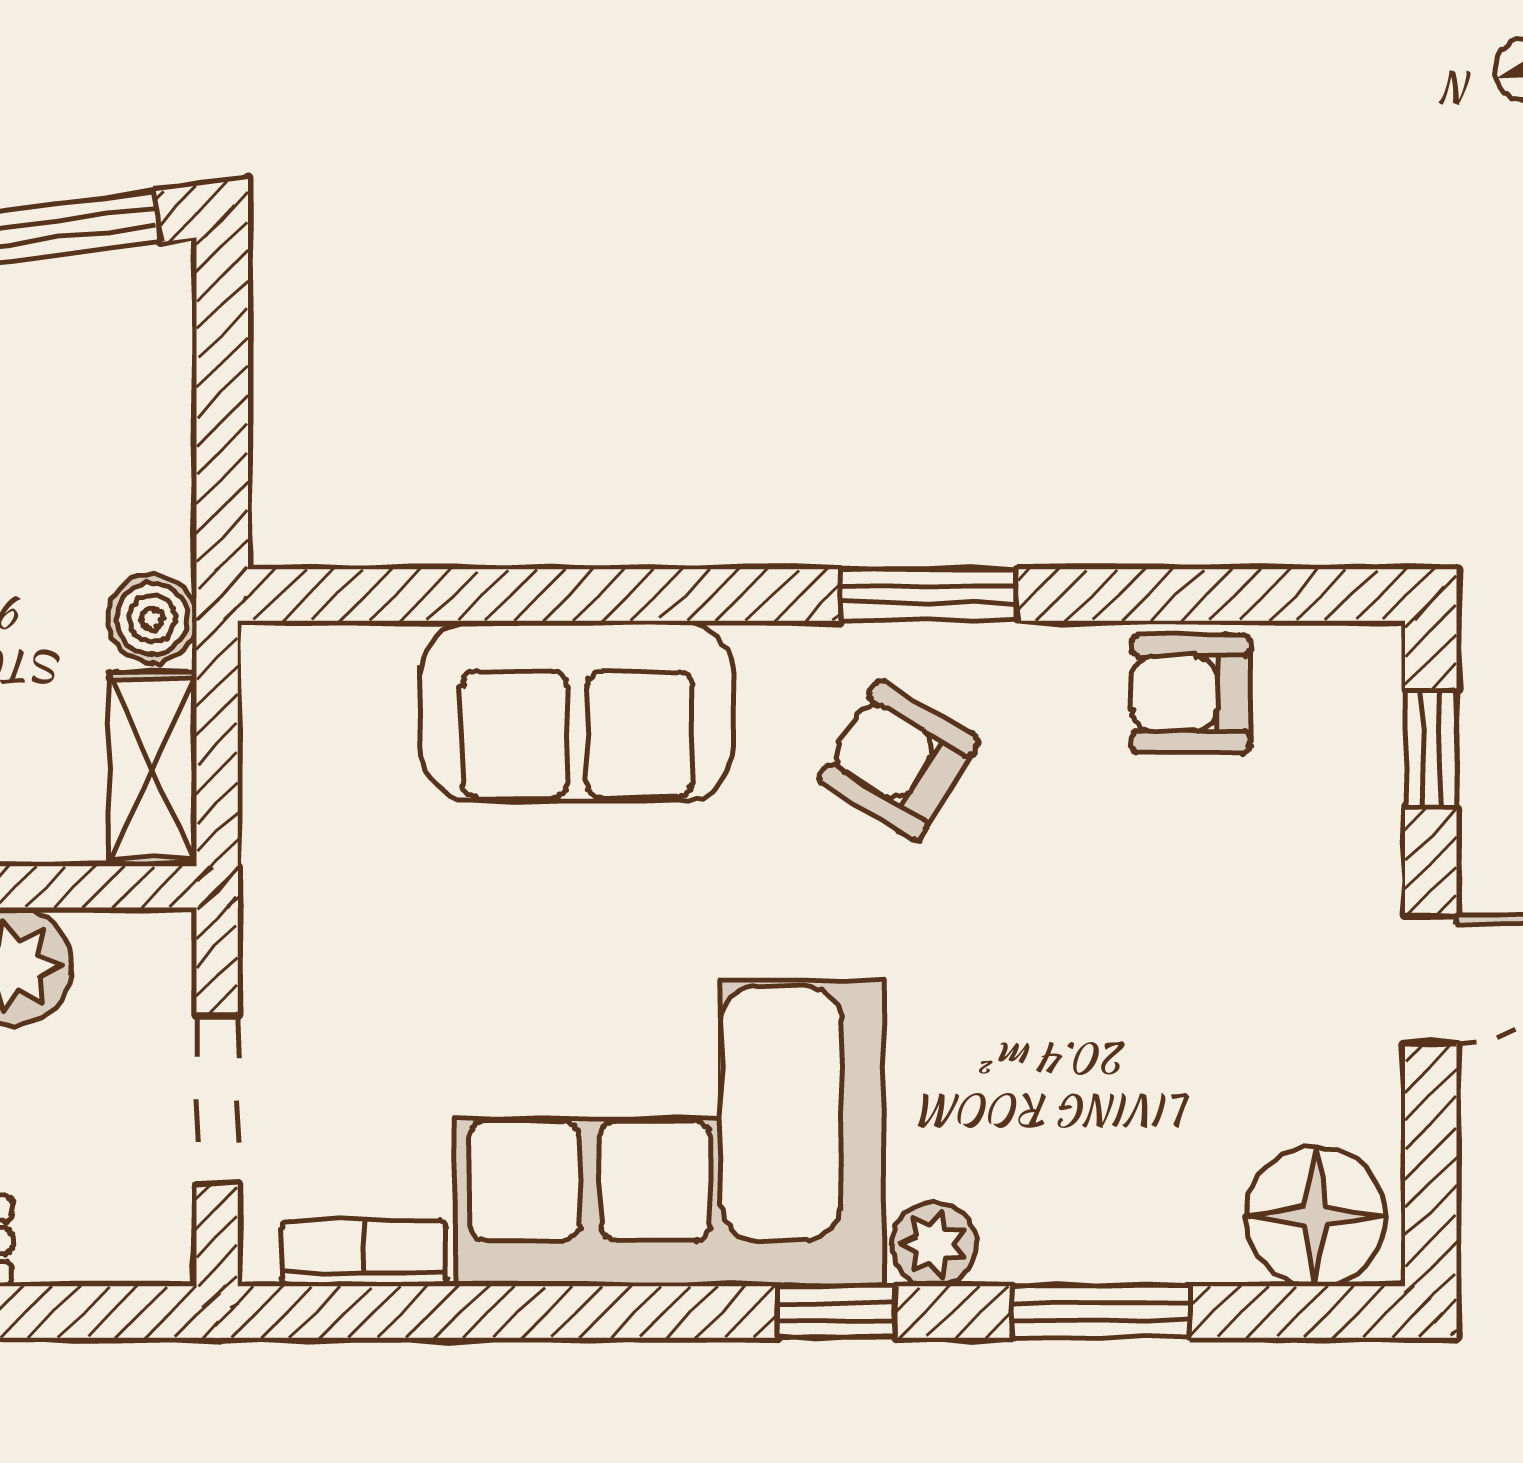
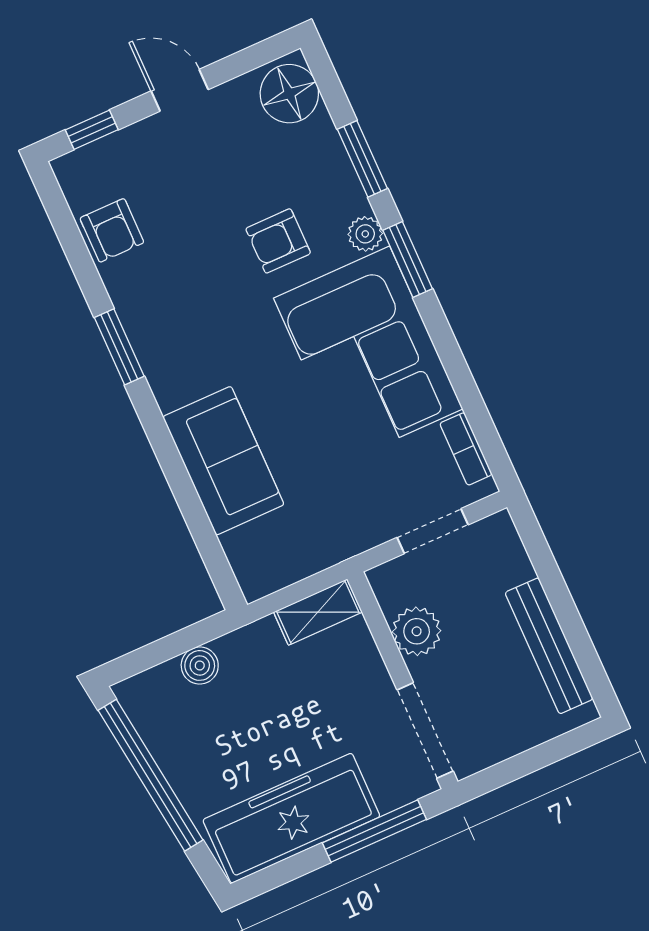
boiler: (152, 619) -> (200, 665), moved
armchair: (898, 761) -> (278, 241), moved, turned 59
window: (836, 1312) -> (408, 259), width x1.50

